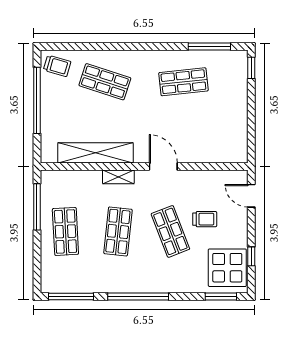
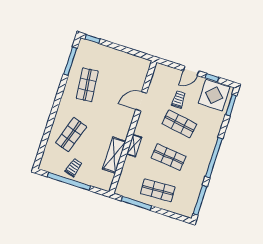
trolley: (57, 66) -> (74, 168), moved
shelving: (95, 153) -> (114, 155), width x0.68
door: (163, 166) -> (141, 101), moved
door: (251, 196) -> (191, 71), moved
shop shelf: (170, 231) -> (179, 124), turned 30

